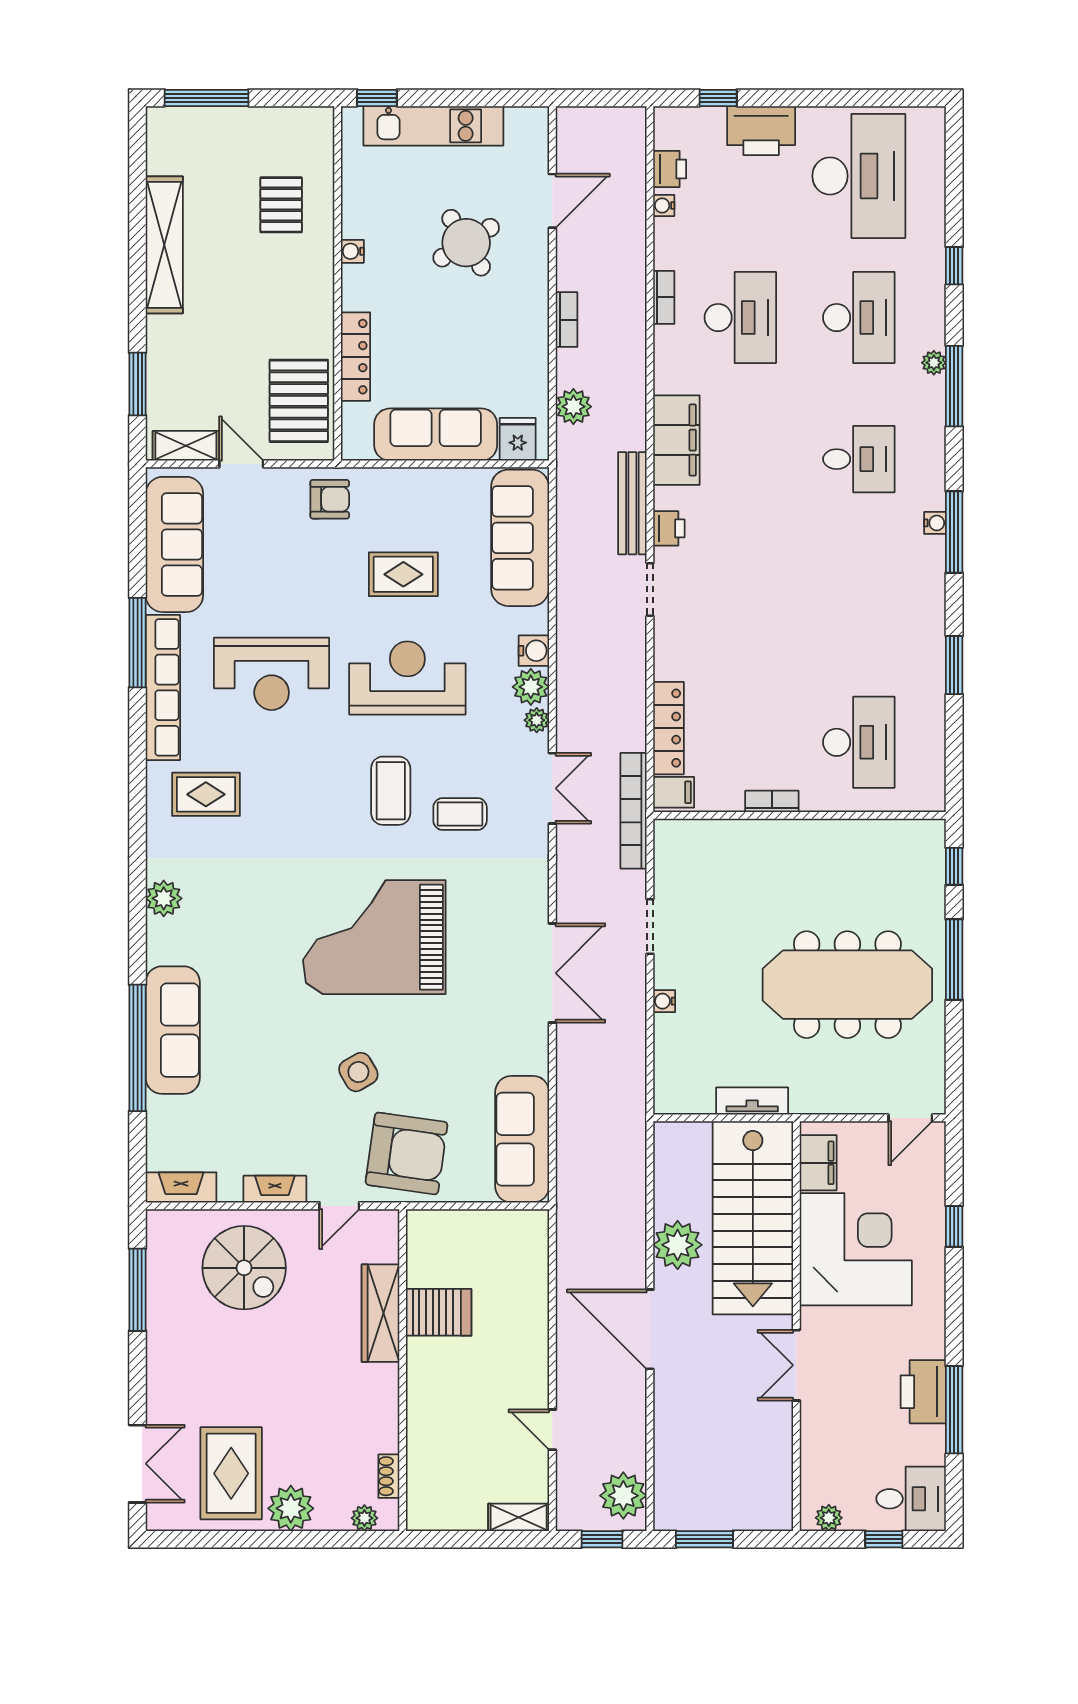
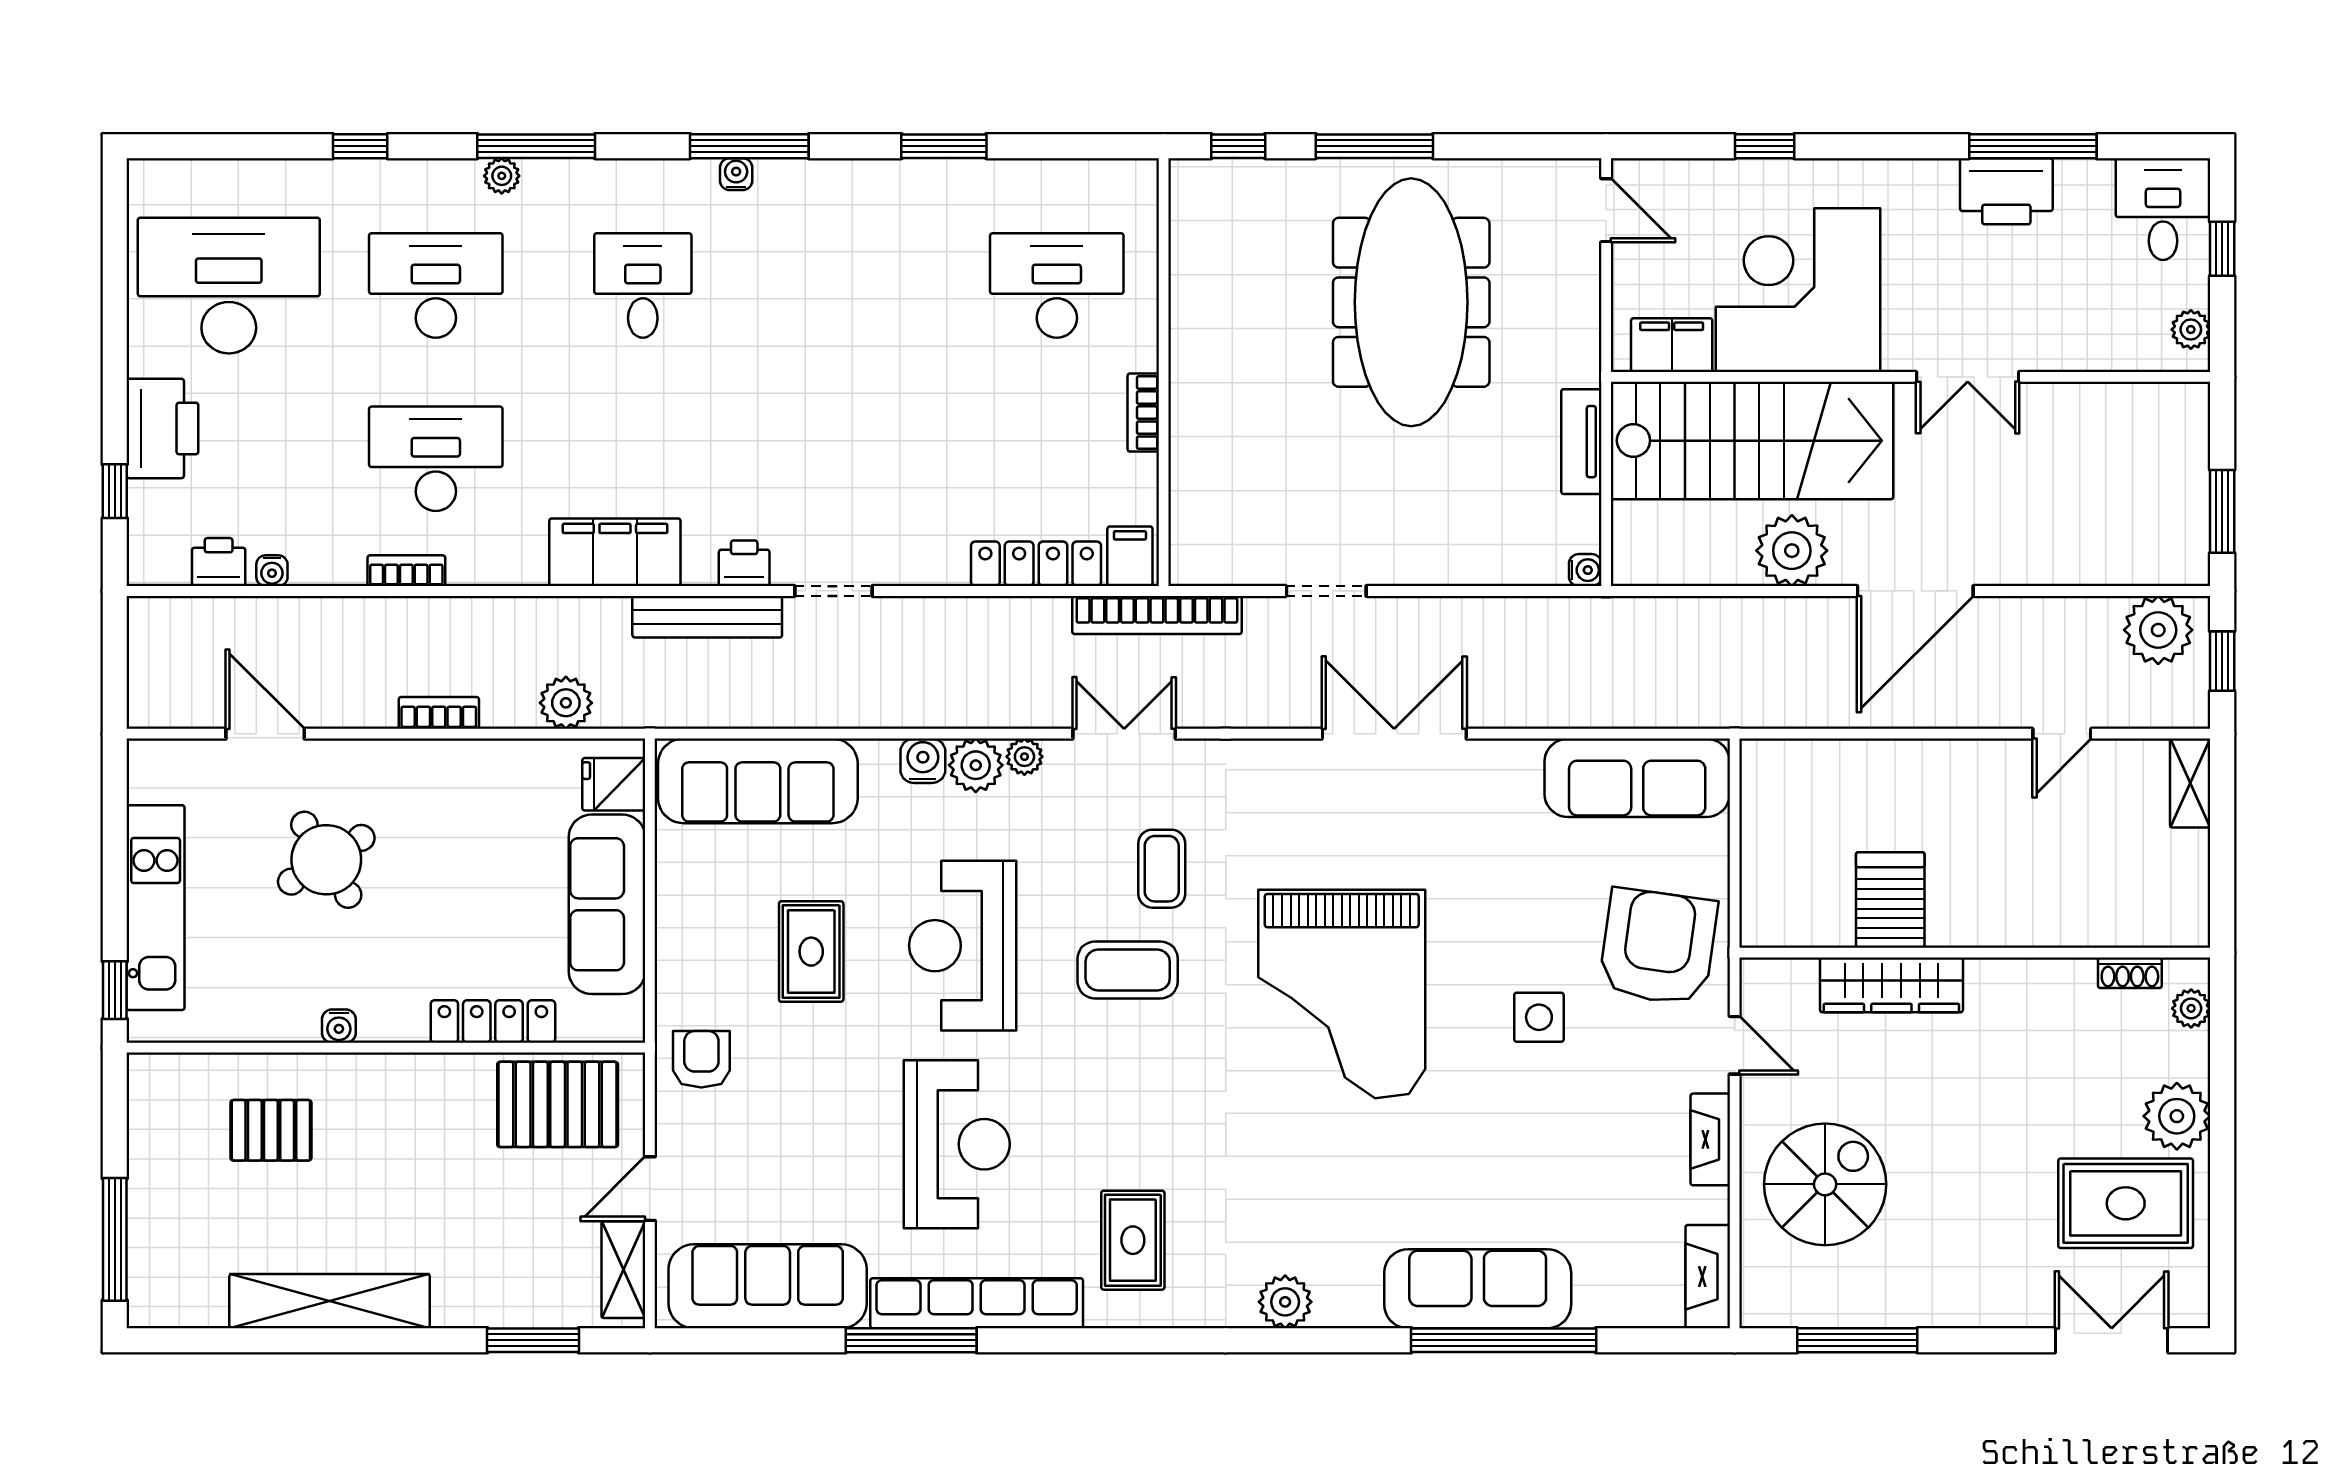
water cooler: (664, 1001) -> (1585, 570), moved, turned -90
side table: (358, 1072) -> (1539, 1017), turned 30

